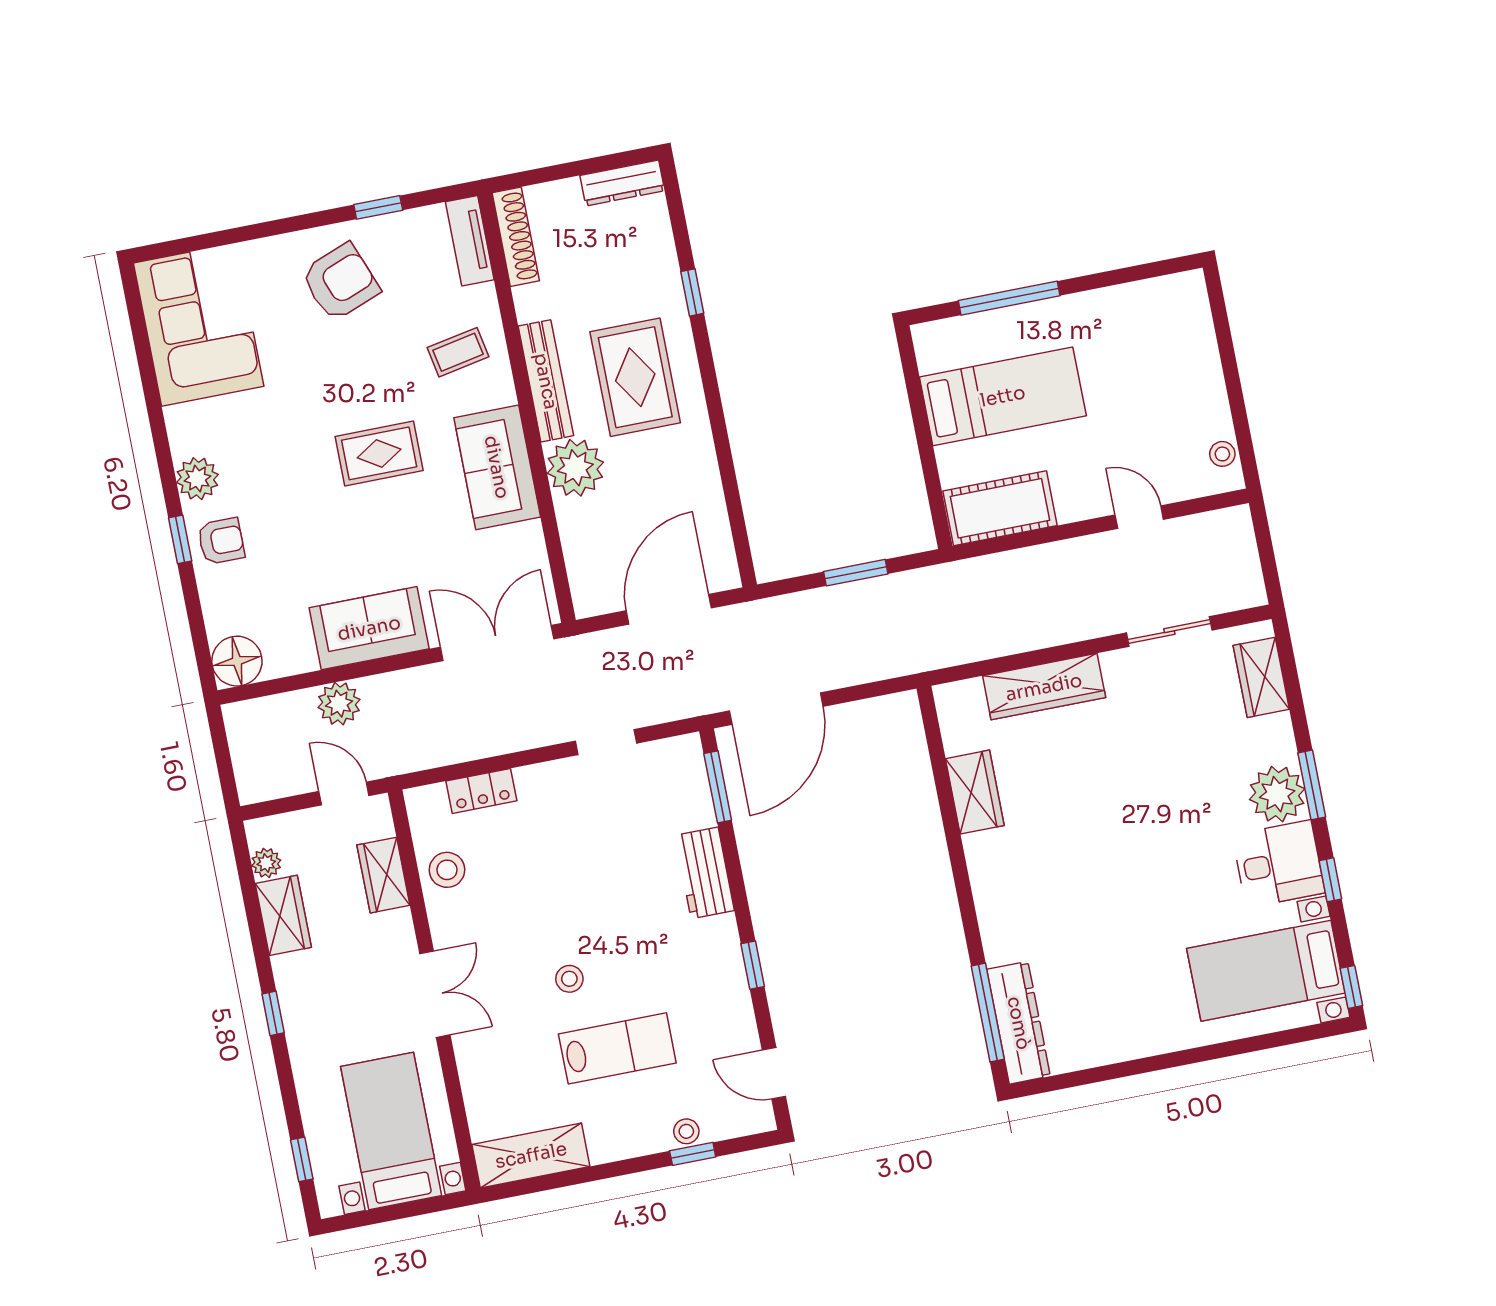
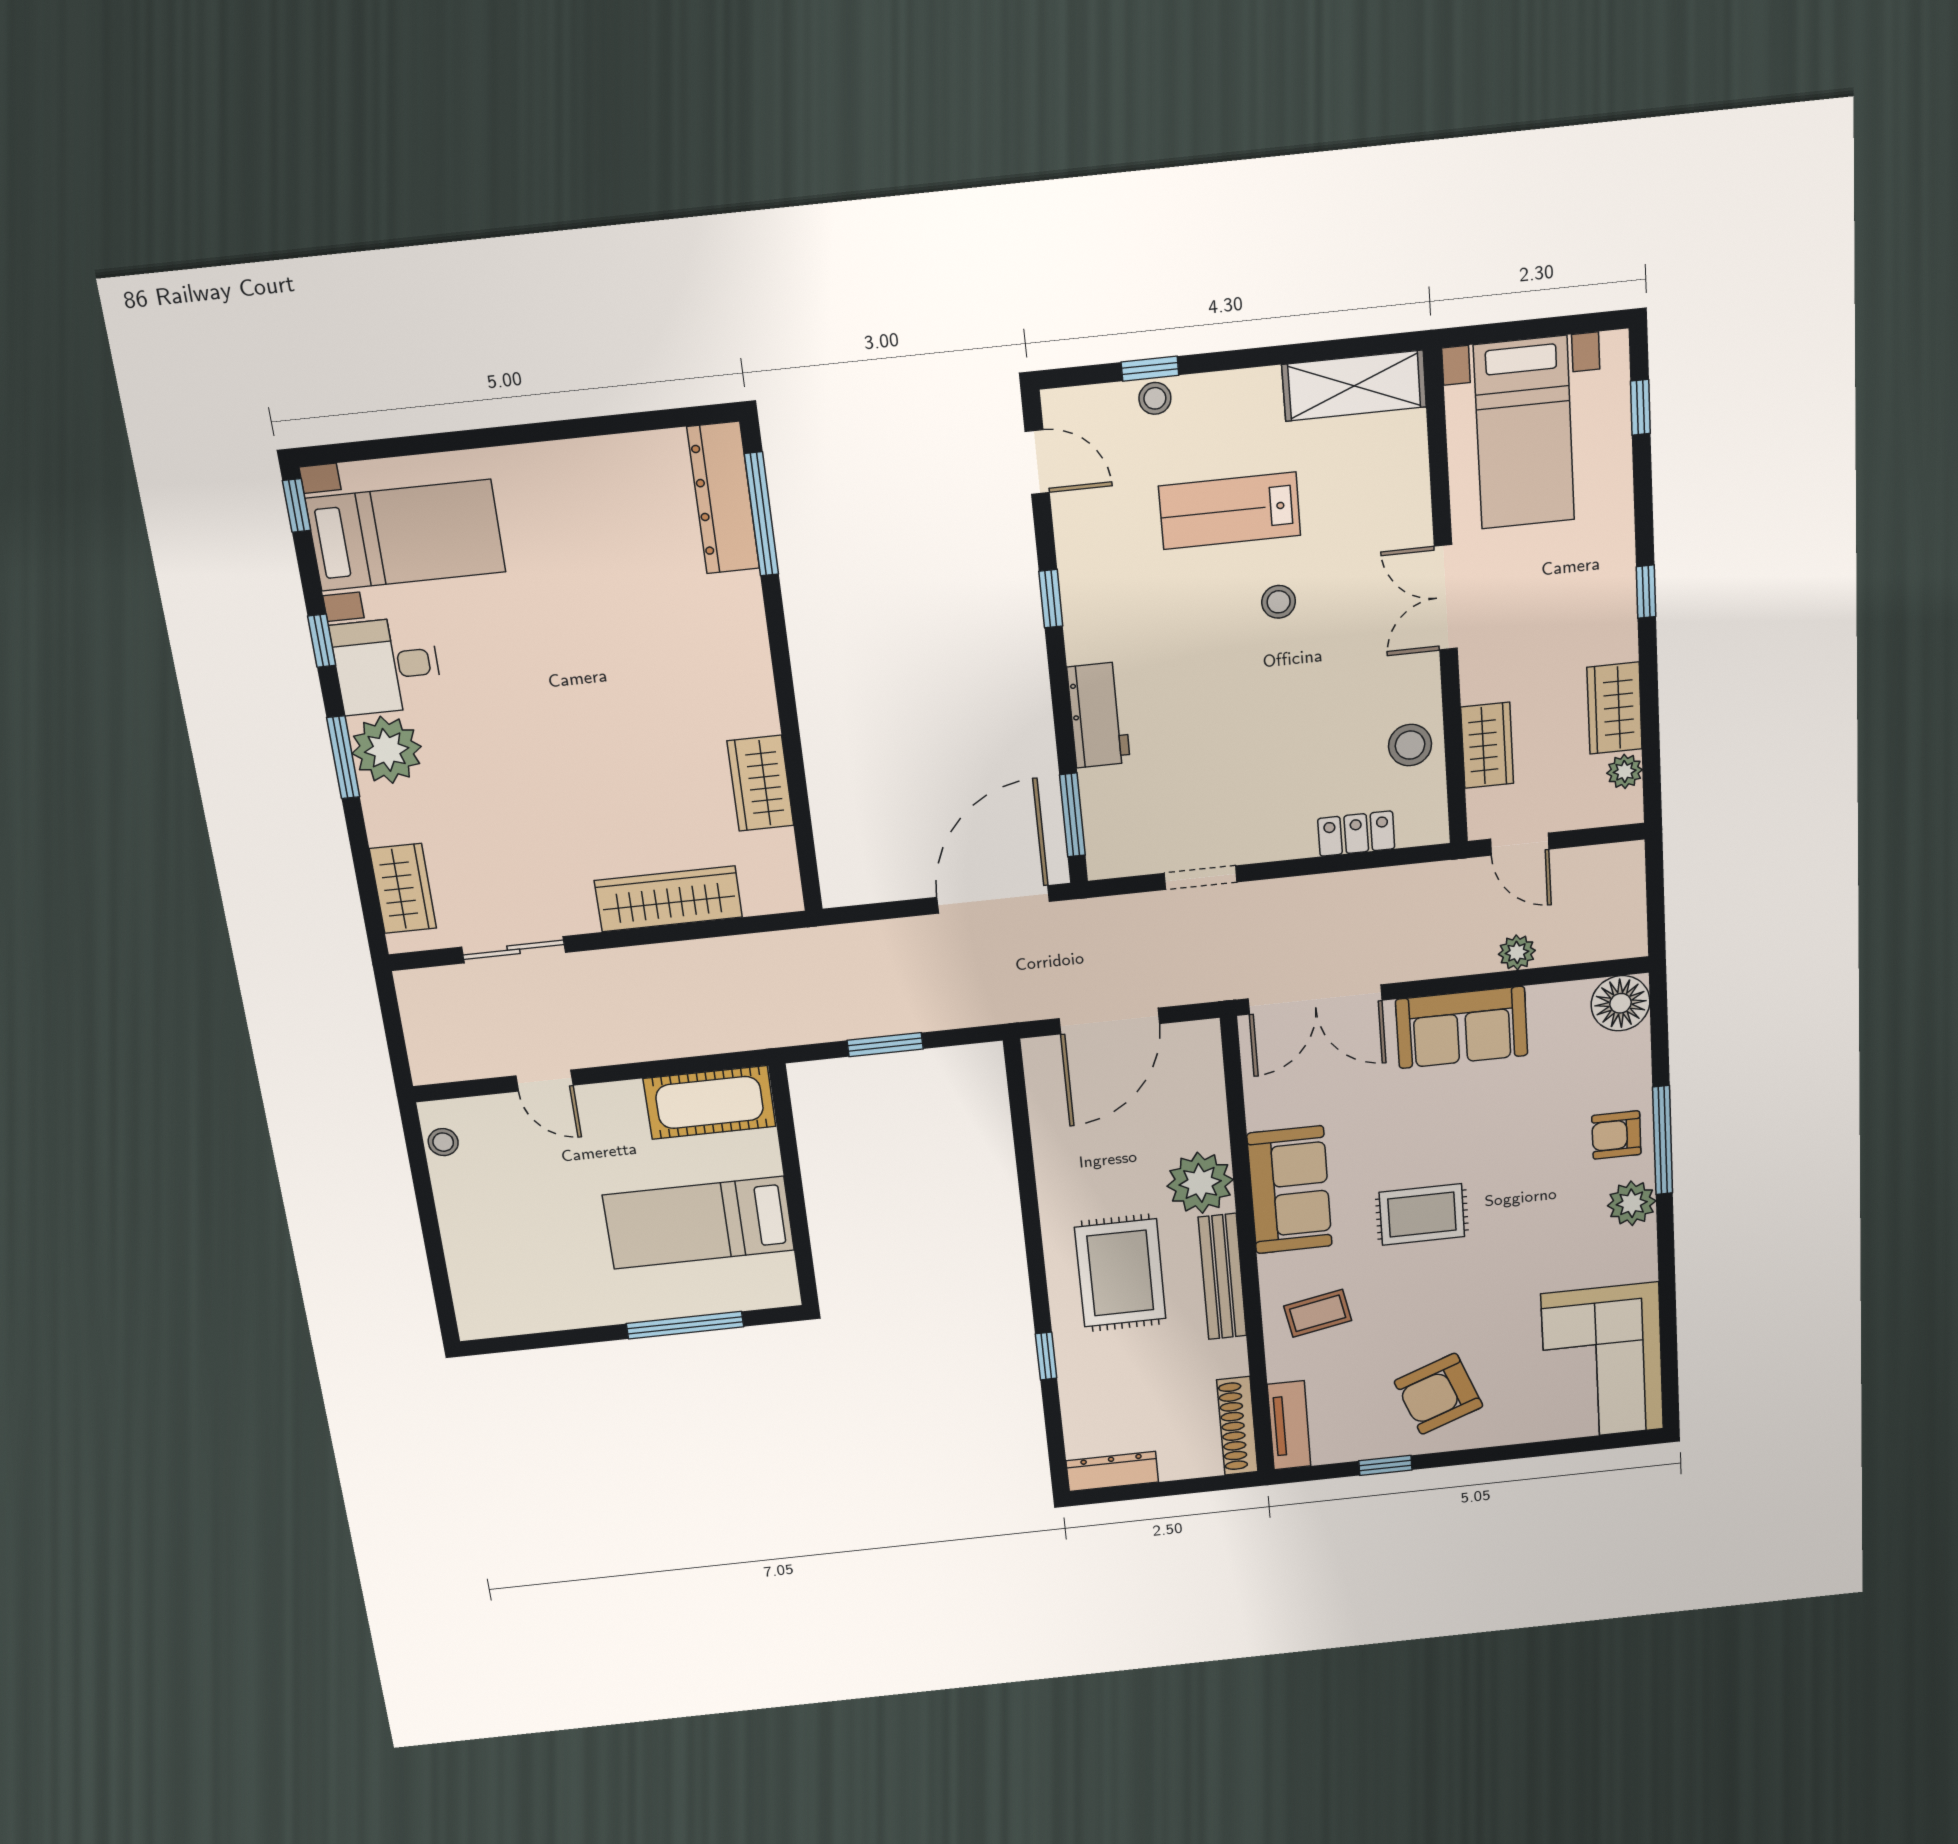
window: (180, 539) -> (1663, 1140), width x2.17
plant: (339, 704) -> (1517, 952), width x0.73, depth x0.73

